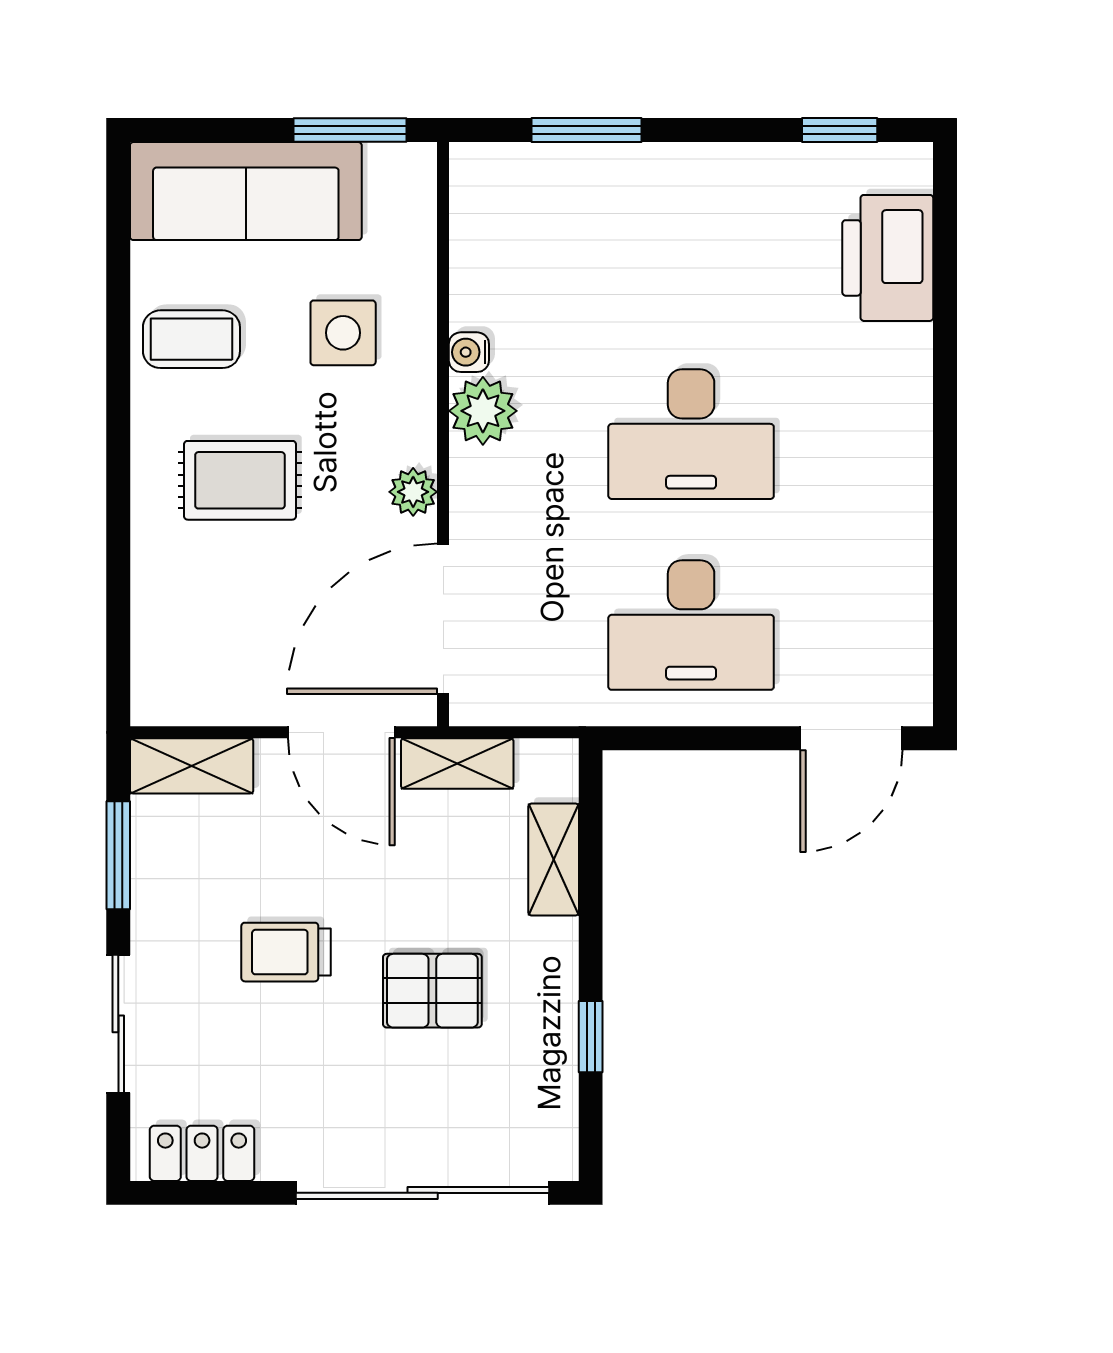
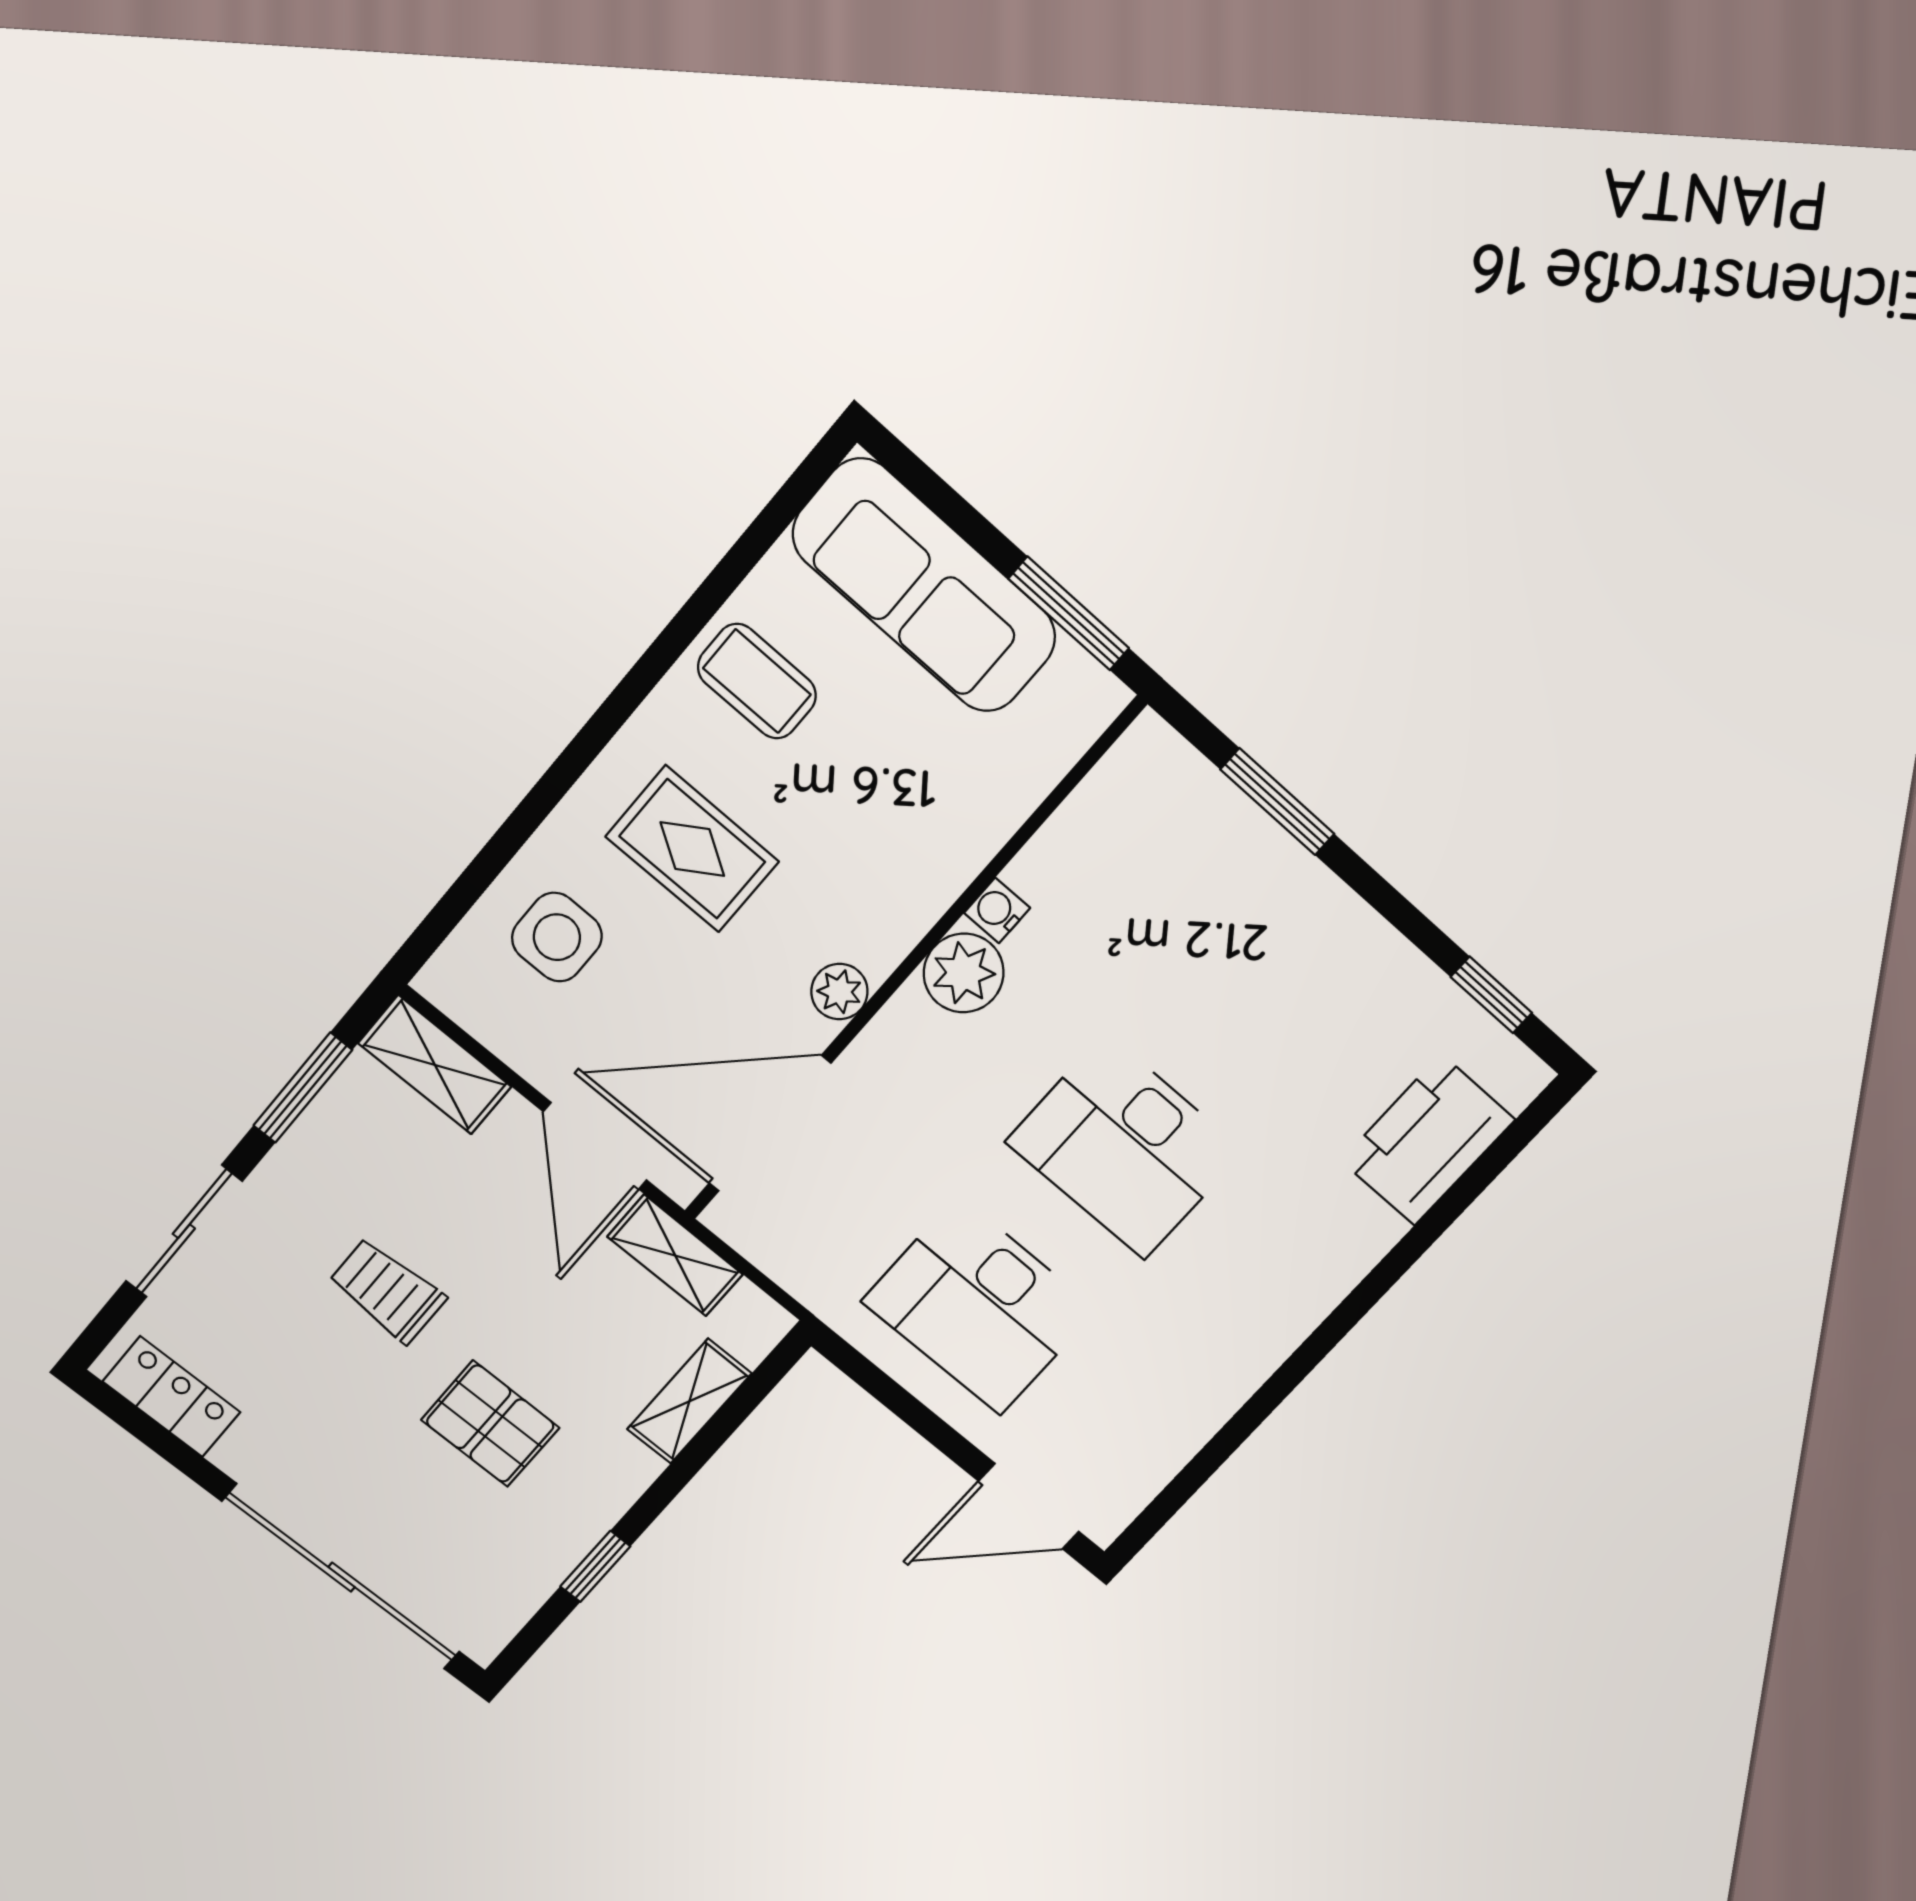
side table: (343, 333) -> (557, 937), moved

